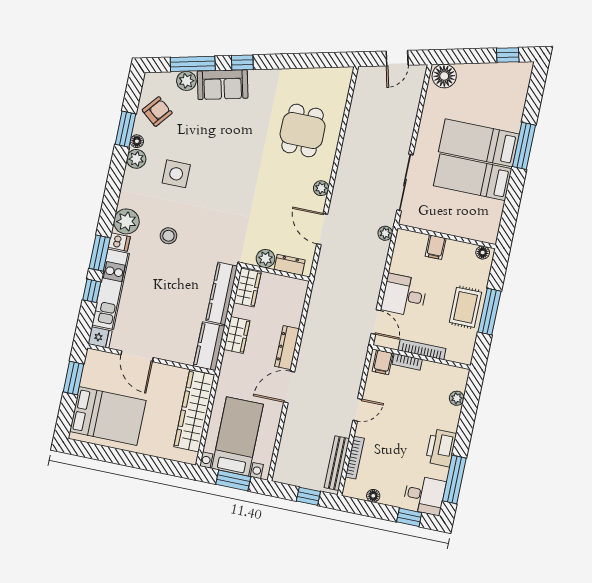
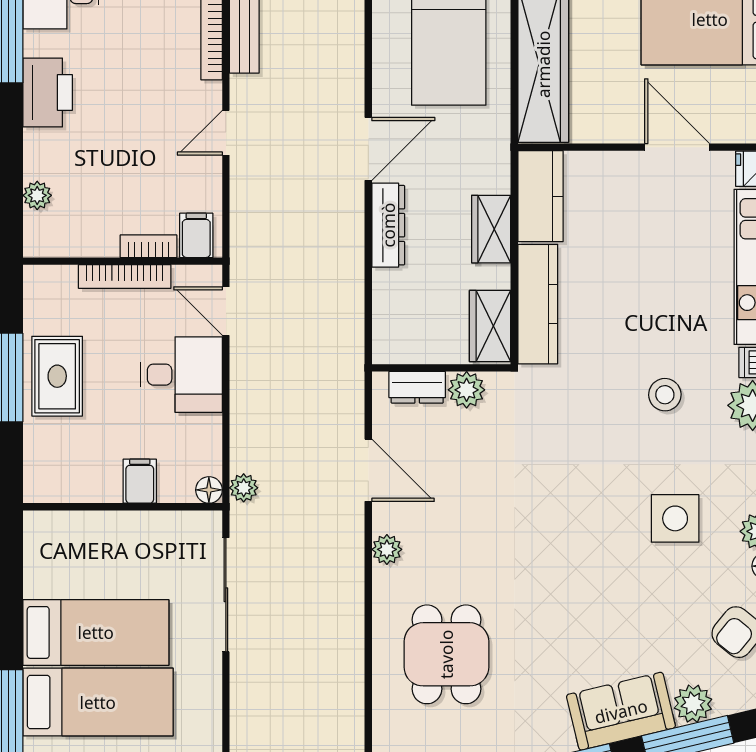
floor lamp: (483, 252) -> (209, 490), moved

